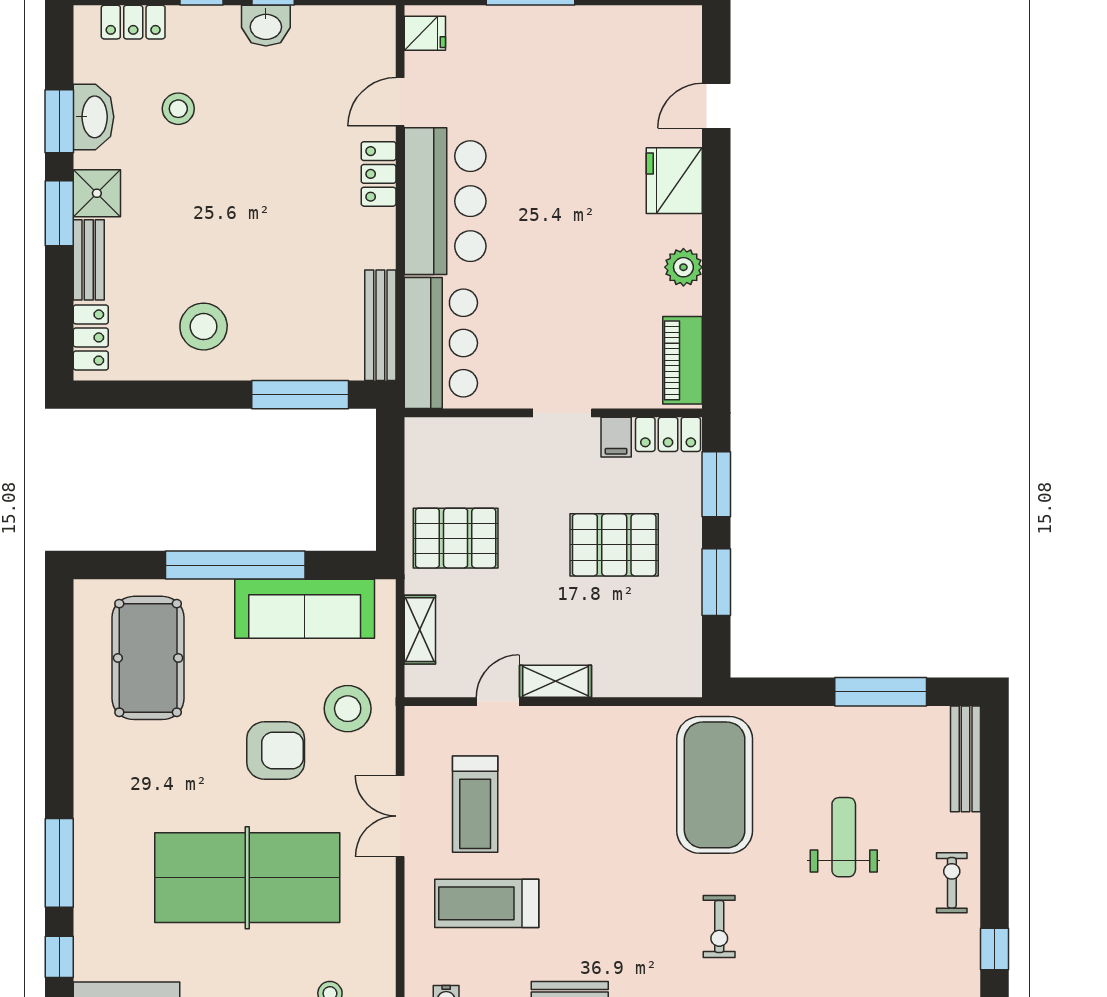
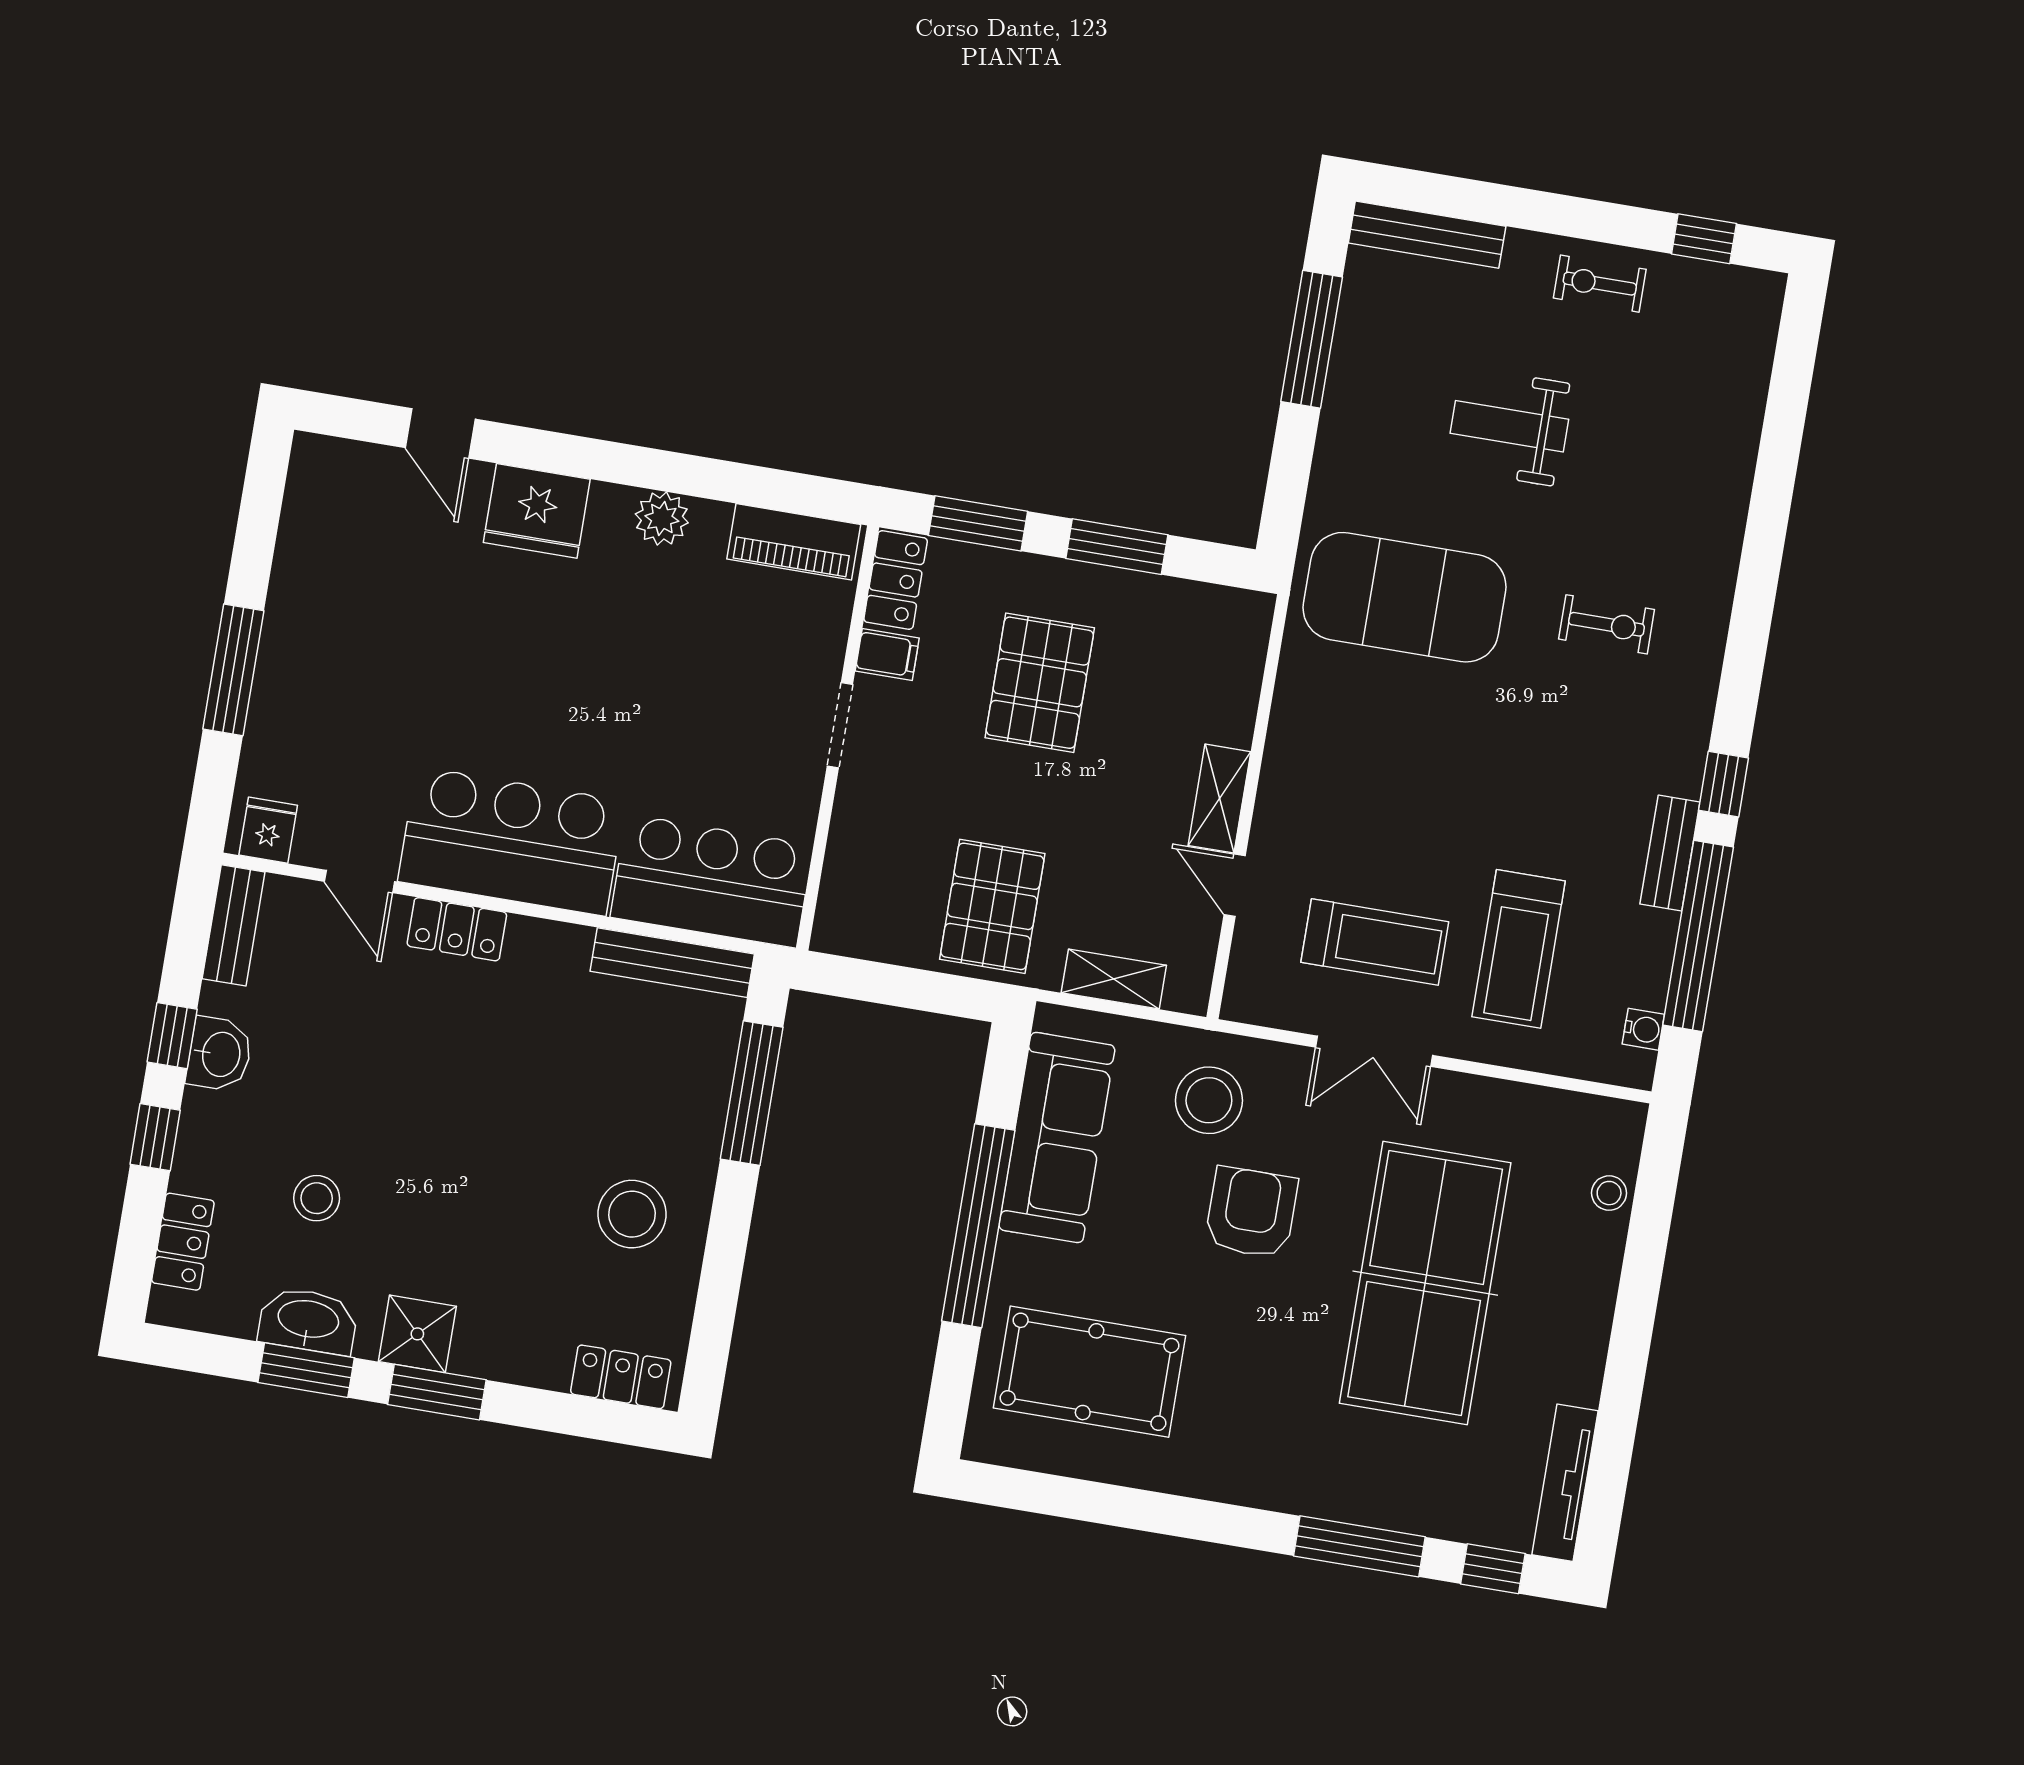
bench: (89, 260) -> (234, 925), moved, turned 90

